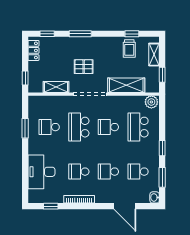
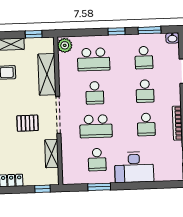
pallet: (84, 67) -> (28, 123), turned 90
desk: (41, 172) -> (134, 167), moved

